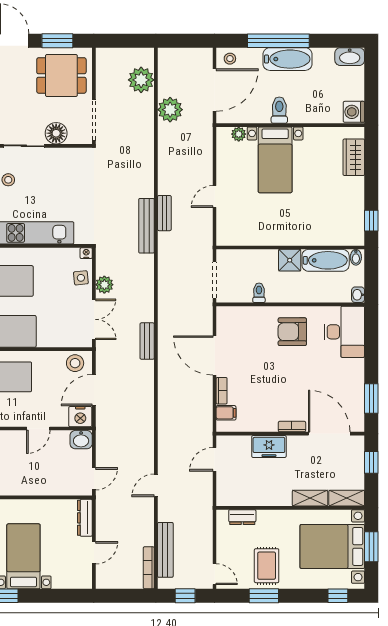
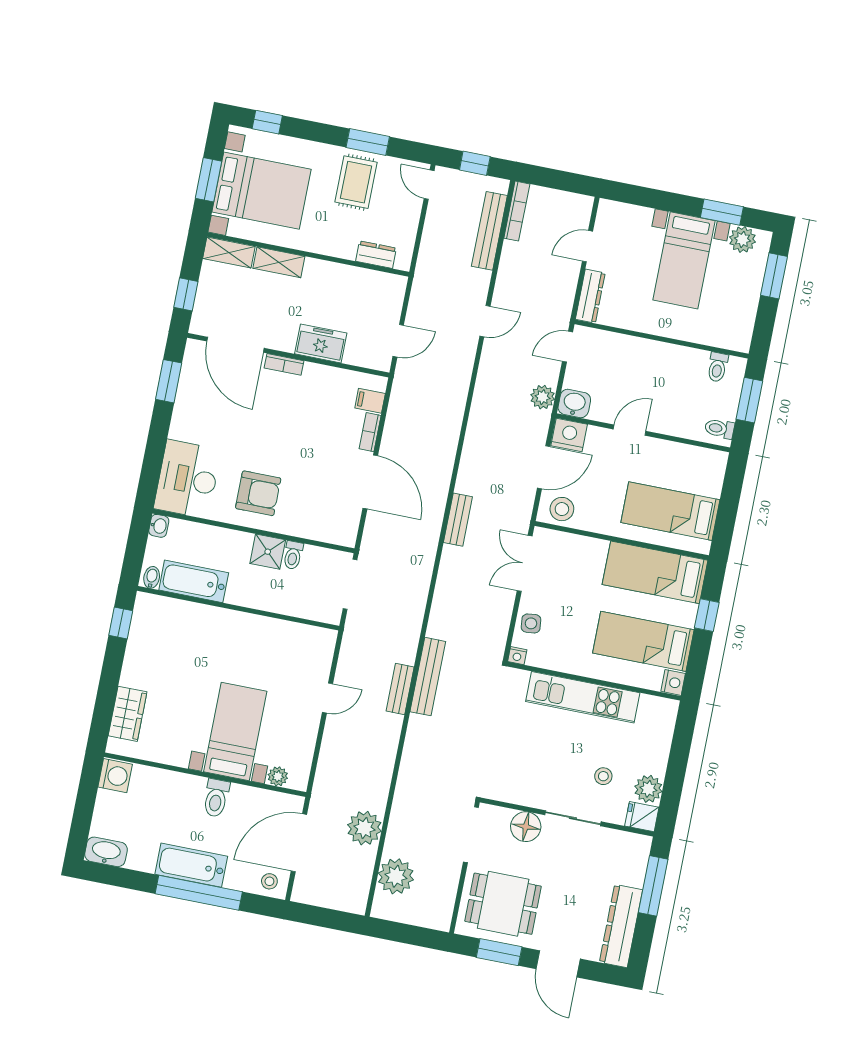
shower: (290, 260) -> (268, 552), moved
plant: (104, 285) -> (543, 397), moved

